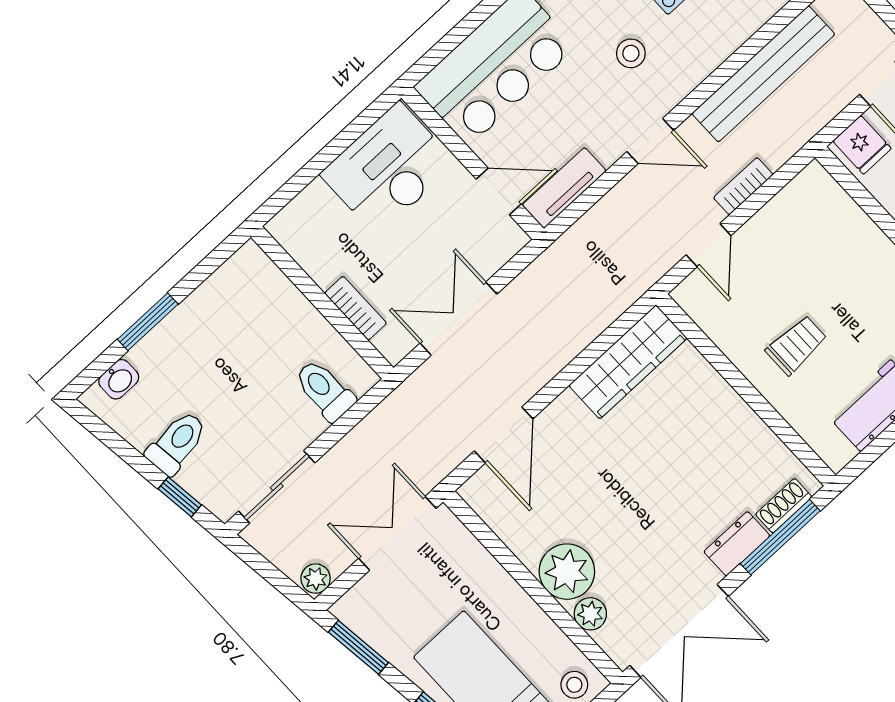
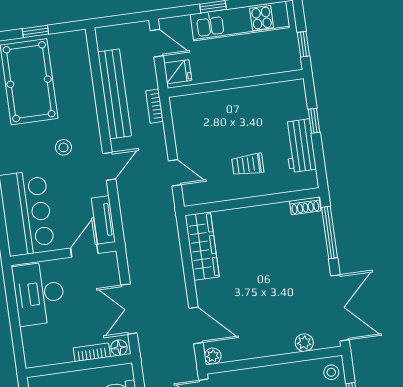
bookcase: (743, 186) -> (155, 106), moved
floor lamp: (391, 344) -> (119, 348), added
trolley: (796, 345) -> (248, 165), turned -90
shoe rack: (784, 506) -> (305, 206), moved, turned -90
dresser: (737, 544) -> (319, 254), removed
plant: (567, 572) -> (213, 356), moved, width x0.53, depth x0.53

